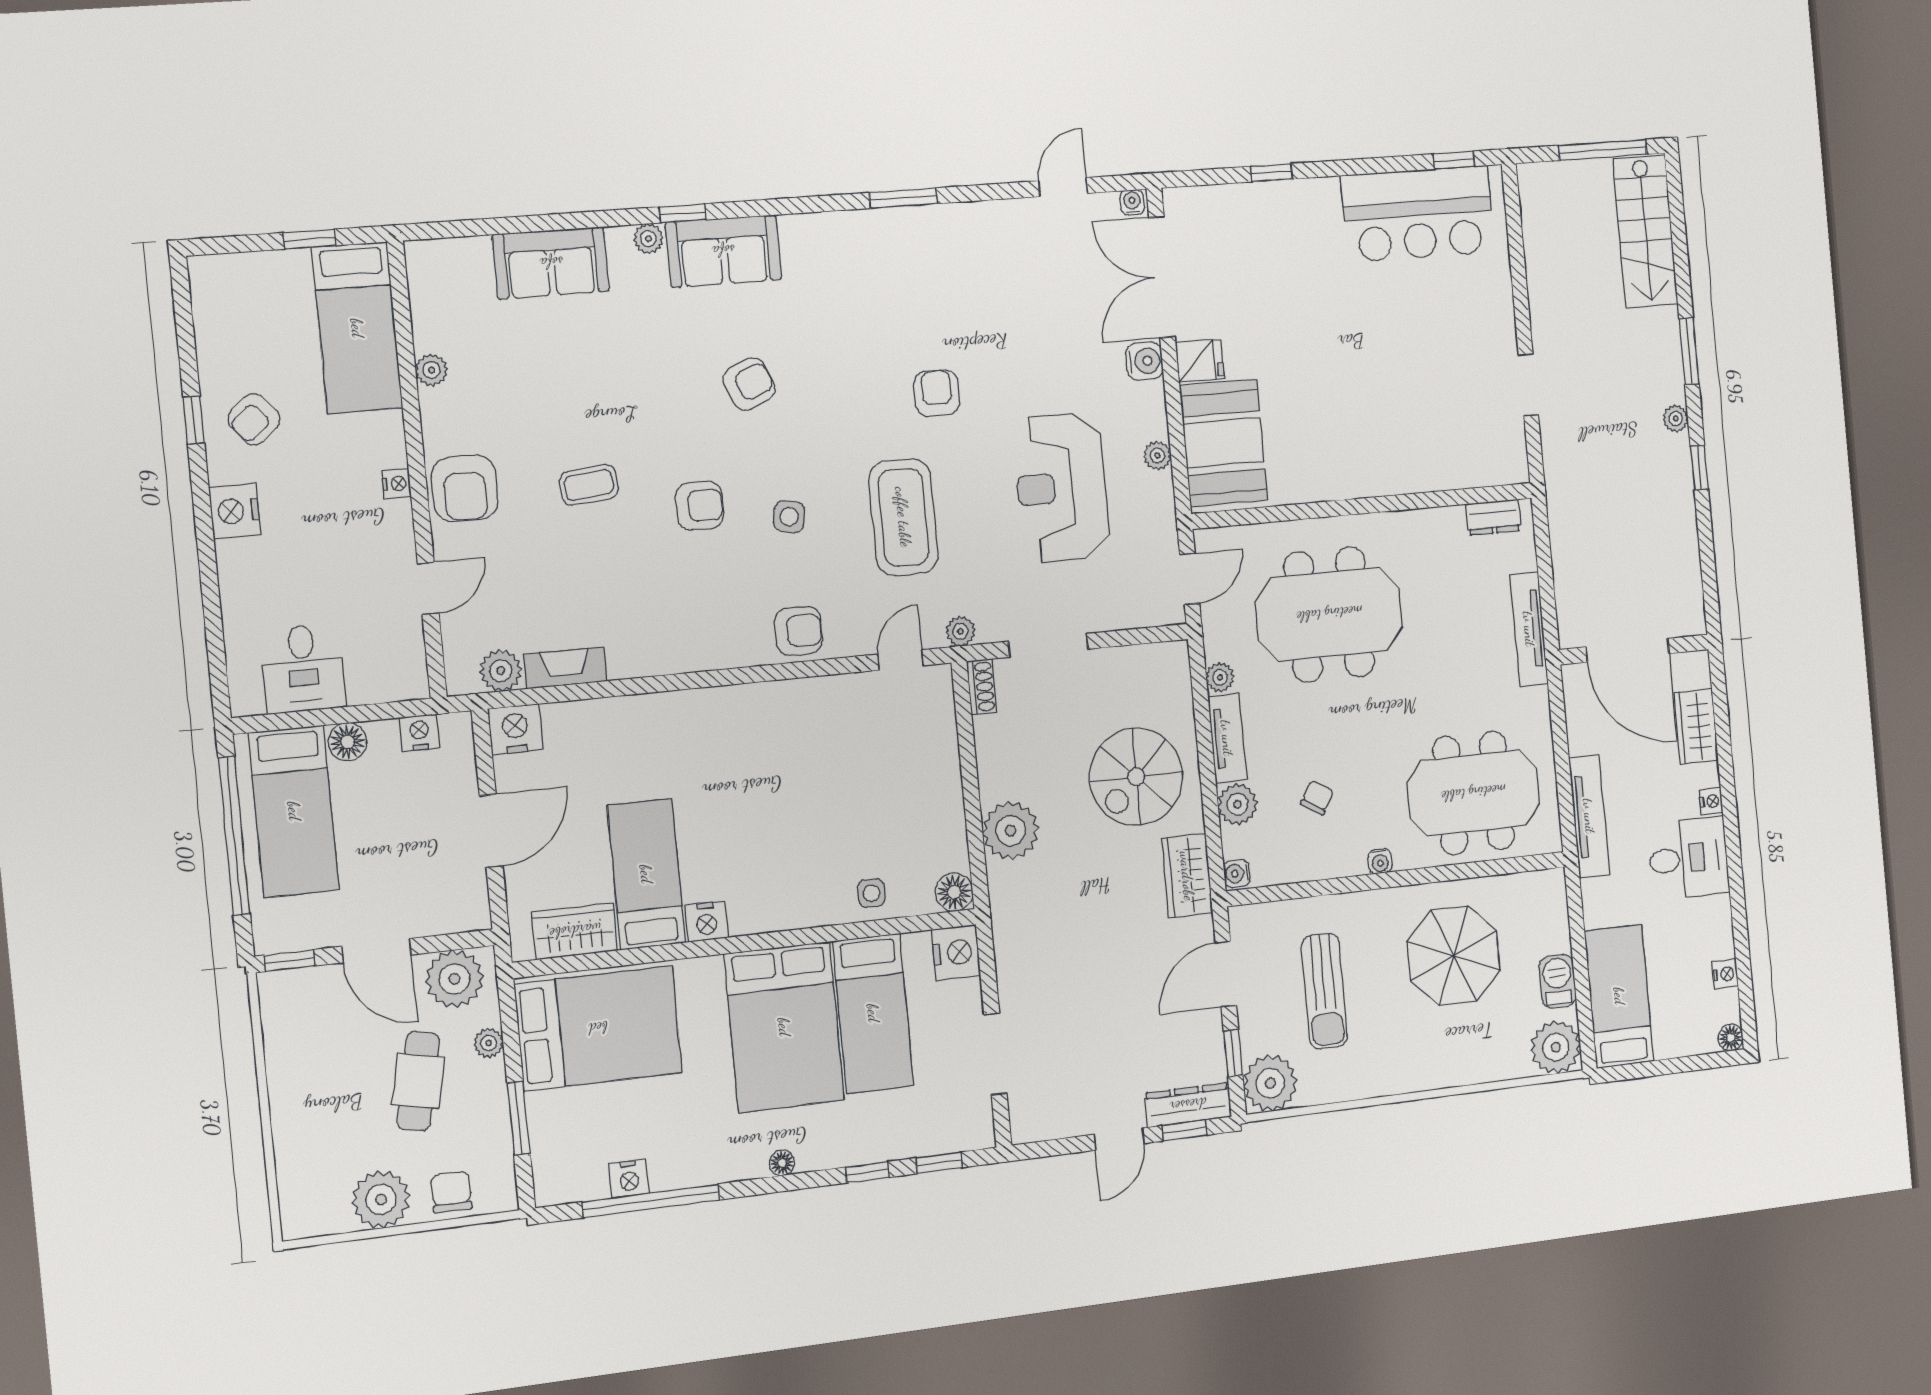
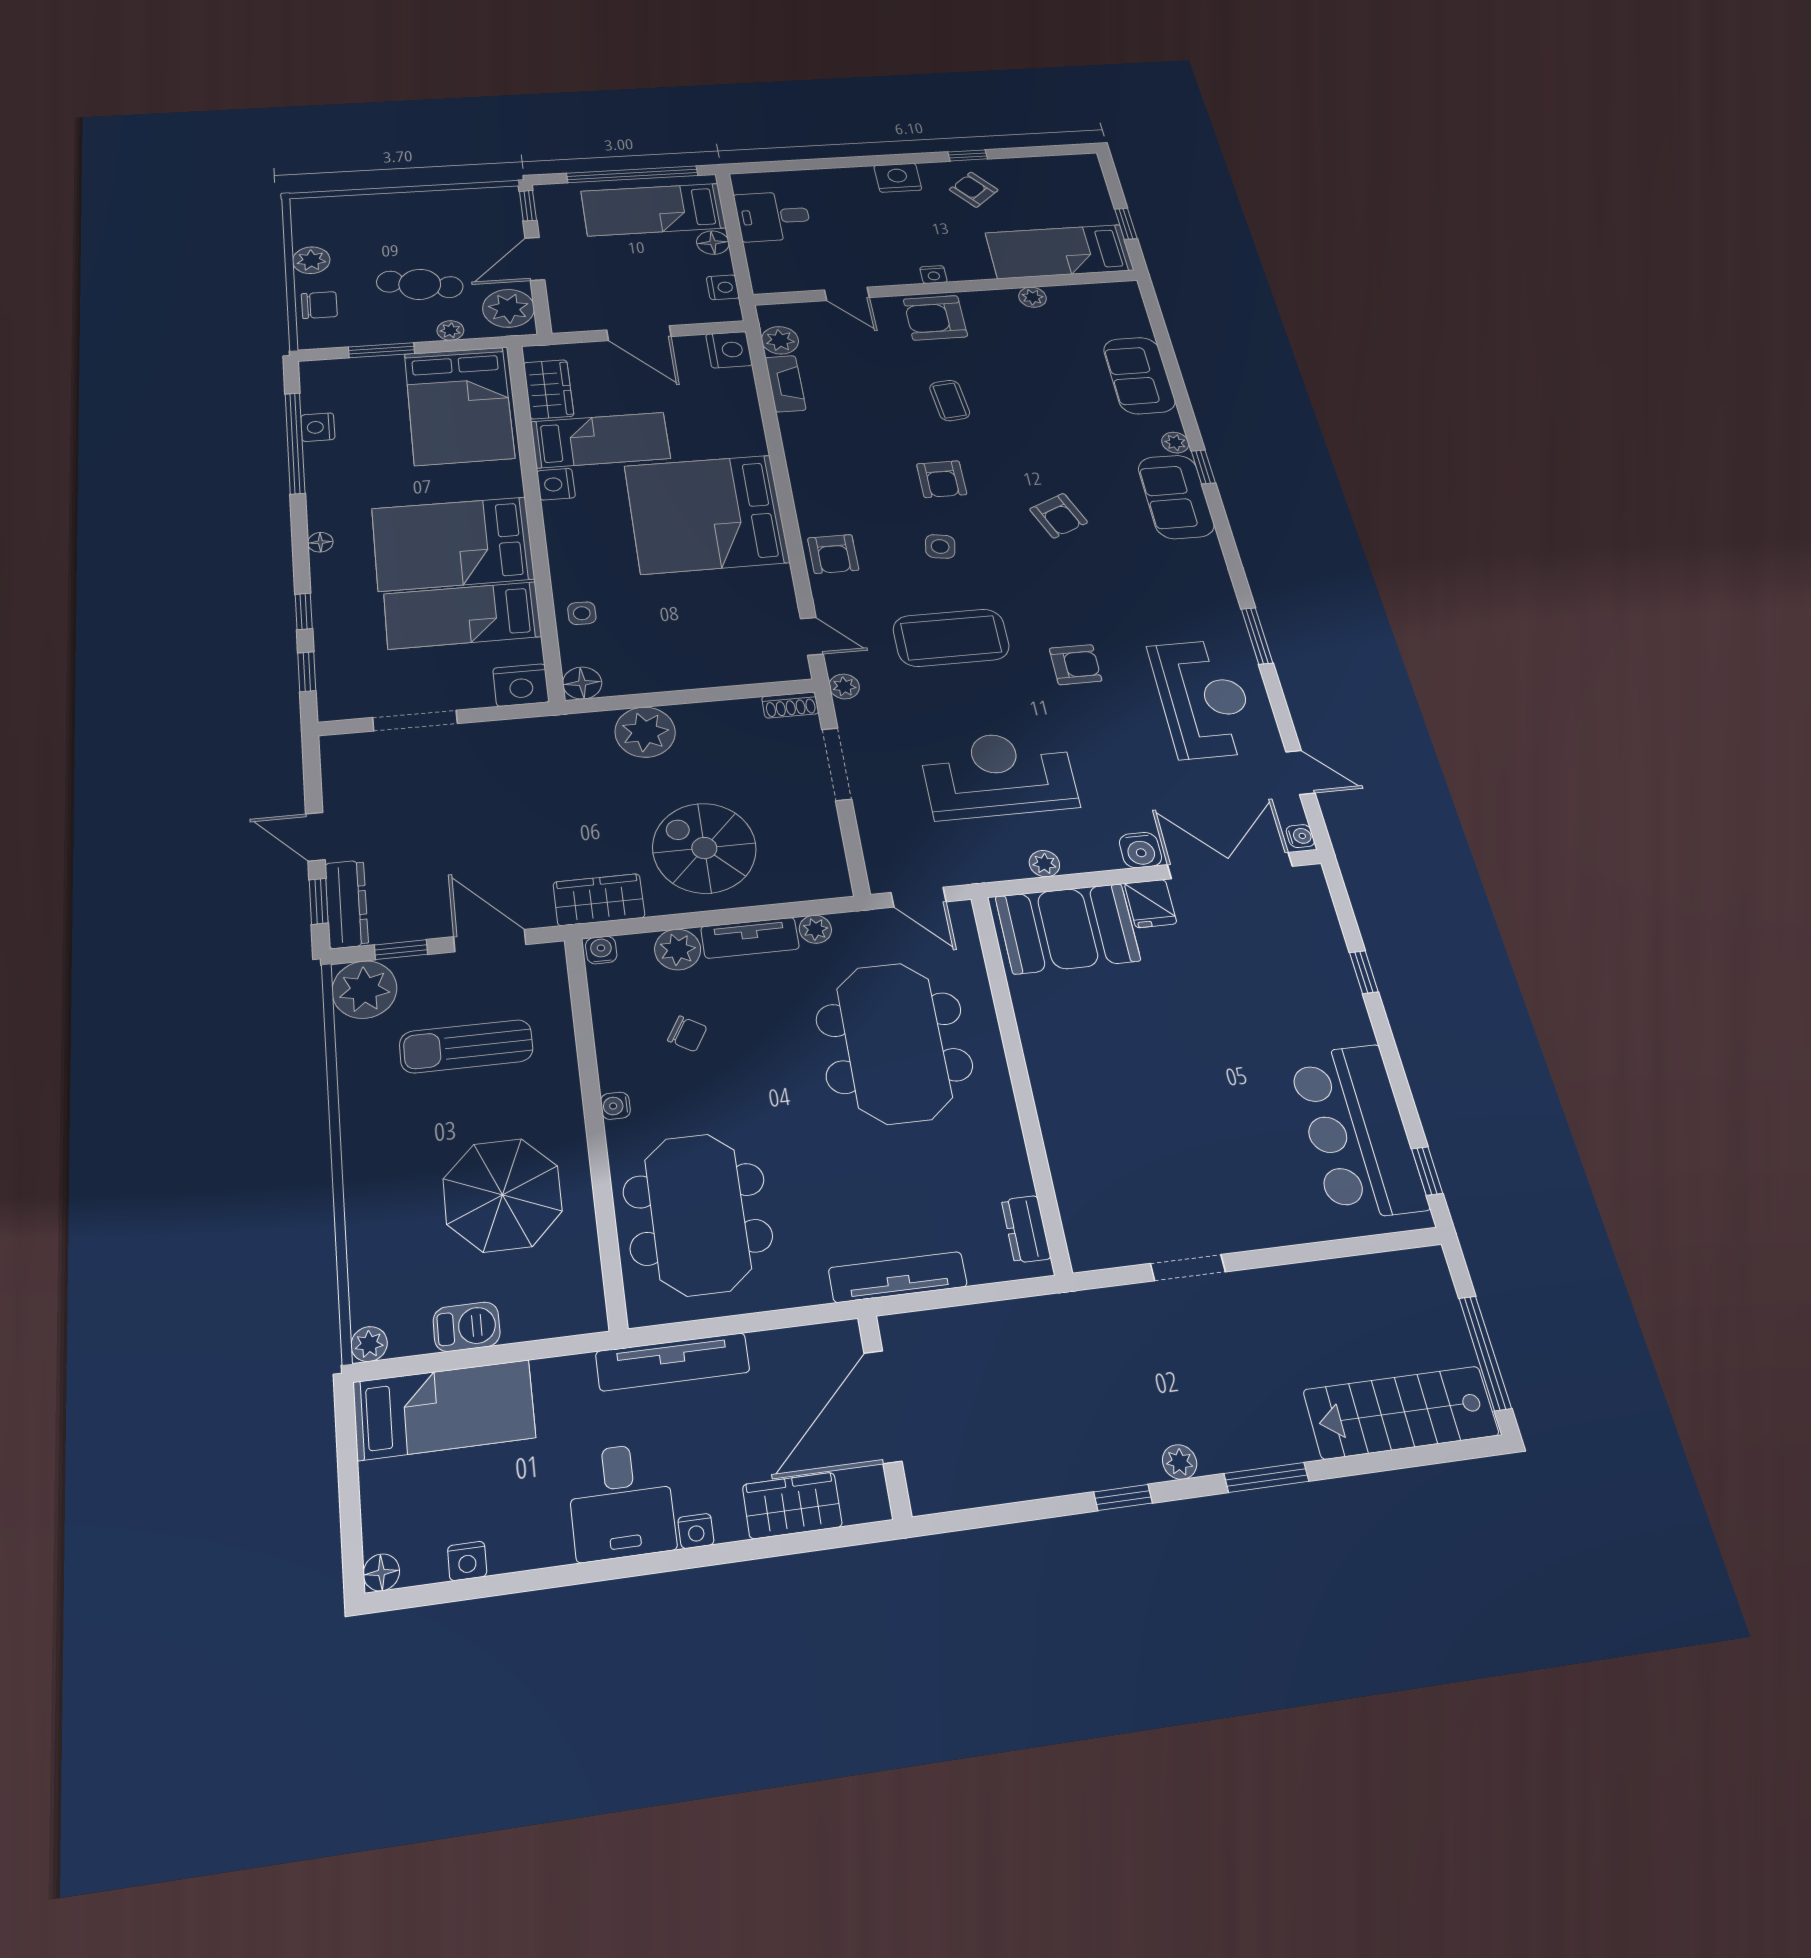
reception desk: (978, 268) -> (1204, 699), added
bed: (746, 762) -> (706, 514), added
plant: (1556, 1047) -> (369, 1344), width x0.53, depth x0.53
plant: (381, 1200) -> (311, 260), width x0.73, depth x0.73

